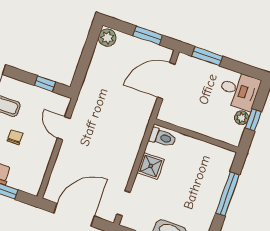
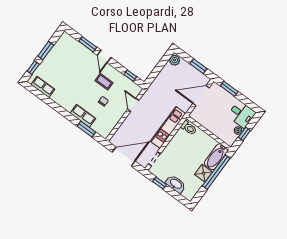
kitchen unit: (130, 147) -> (168, 127), added
shower: (151, 166) -> (204, 173), moved
bathtub: (220, 170) -> (216, 157), added
window: (228, 194) -> (216, 172), width x1.46

